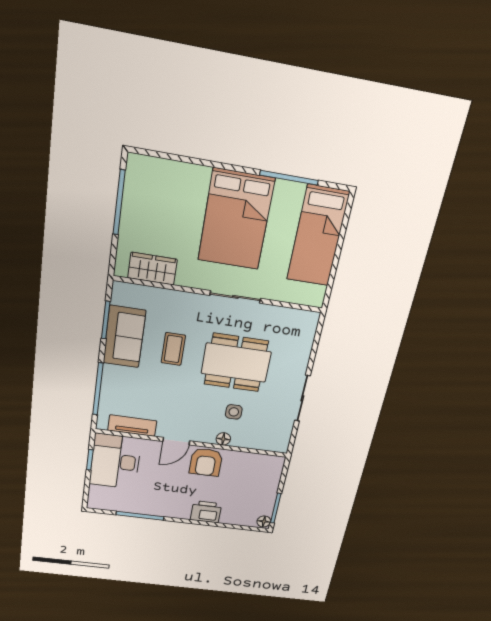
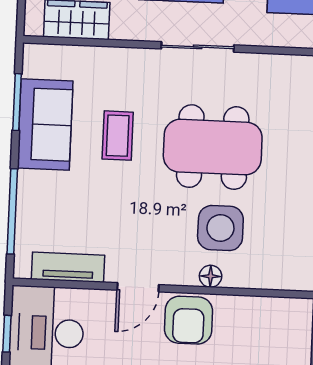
side table: (234, 412) -> (220, 228), width x1.87, depth x1.87

